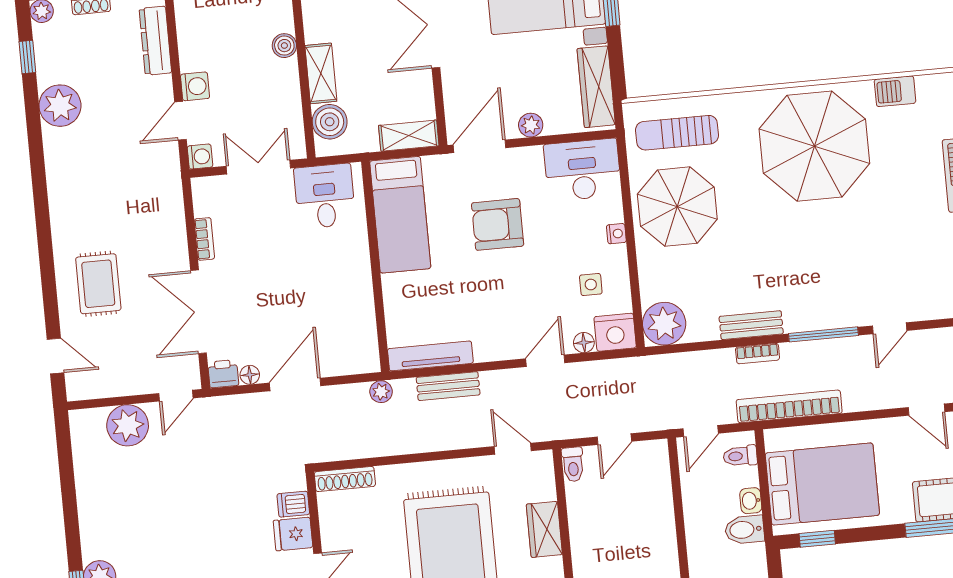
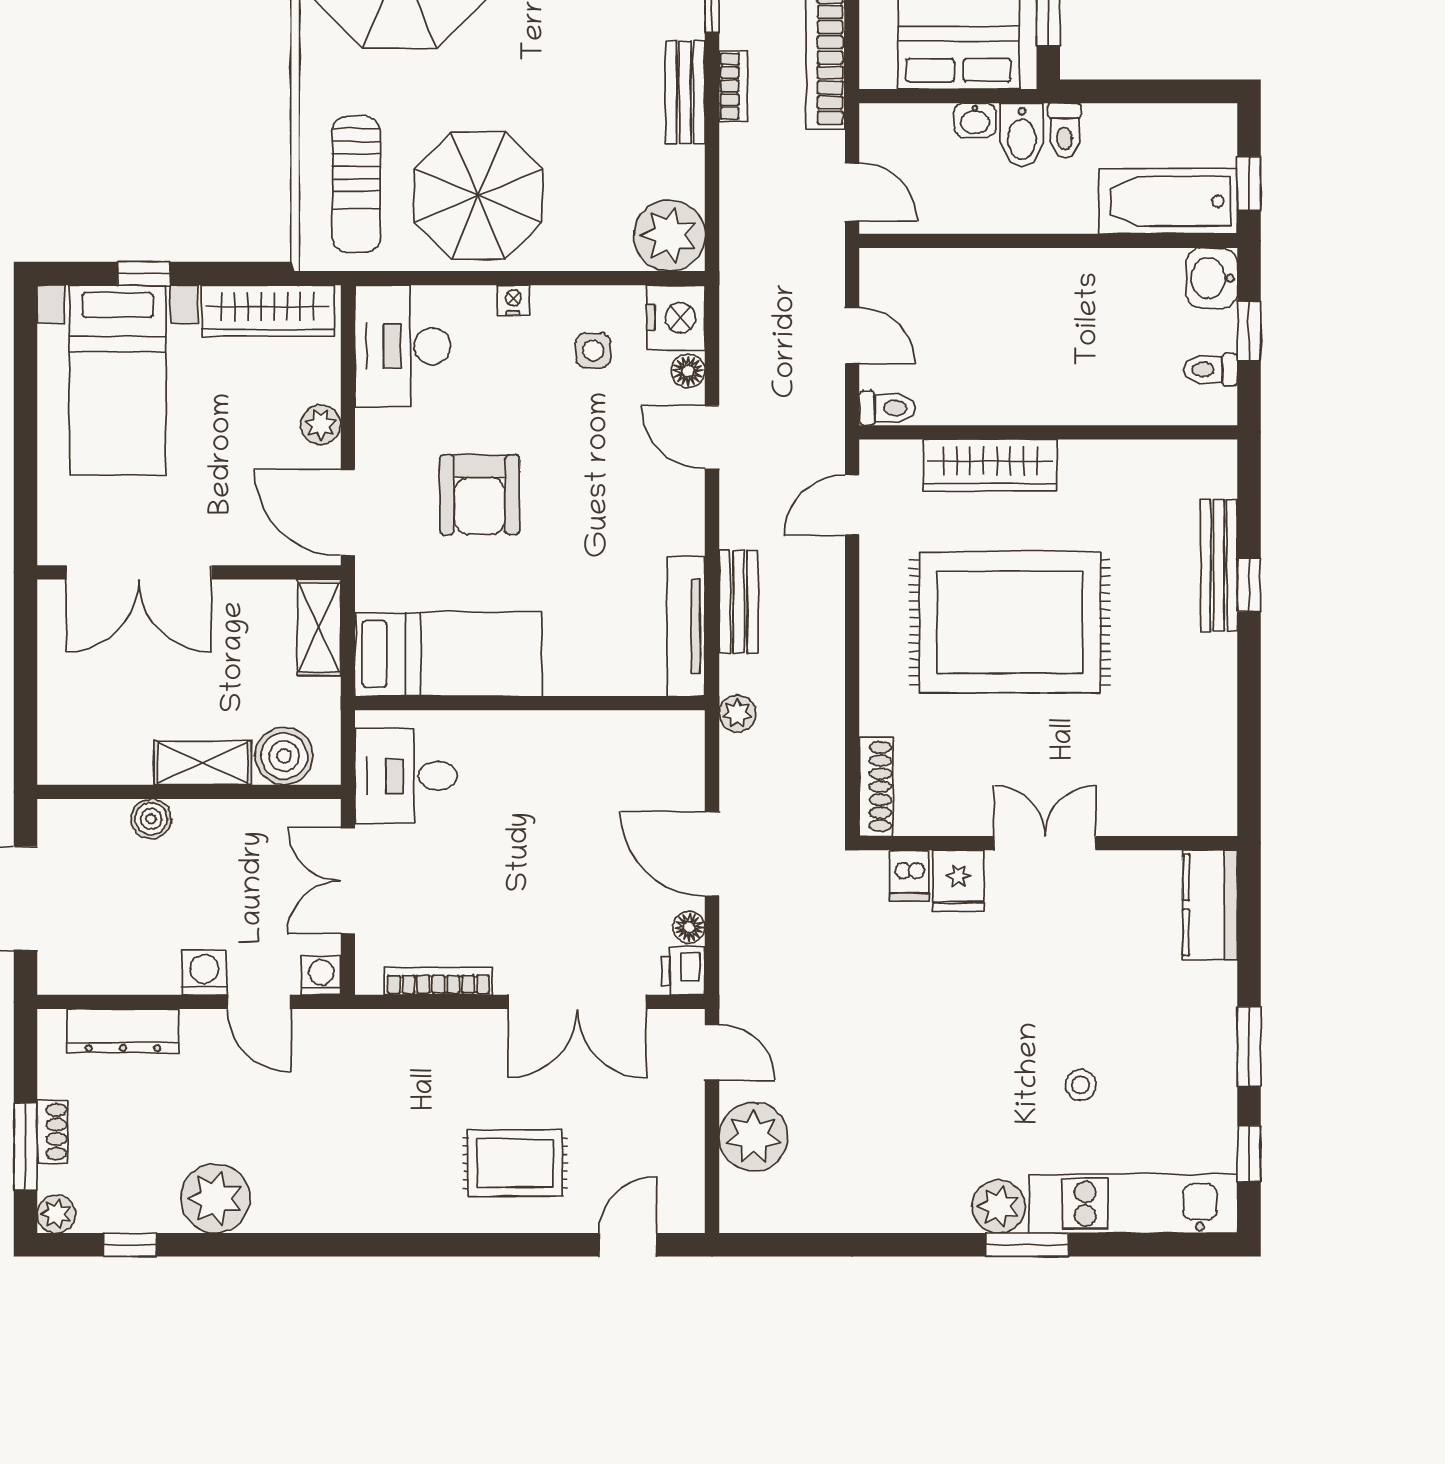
bookcase: (204, 239) -> (438, 981), width x1.56
toilet: (740, 456) -> (1065, 131), moved
wardrobe: (544, 529) -> (990, 465), width x1.50

